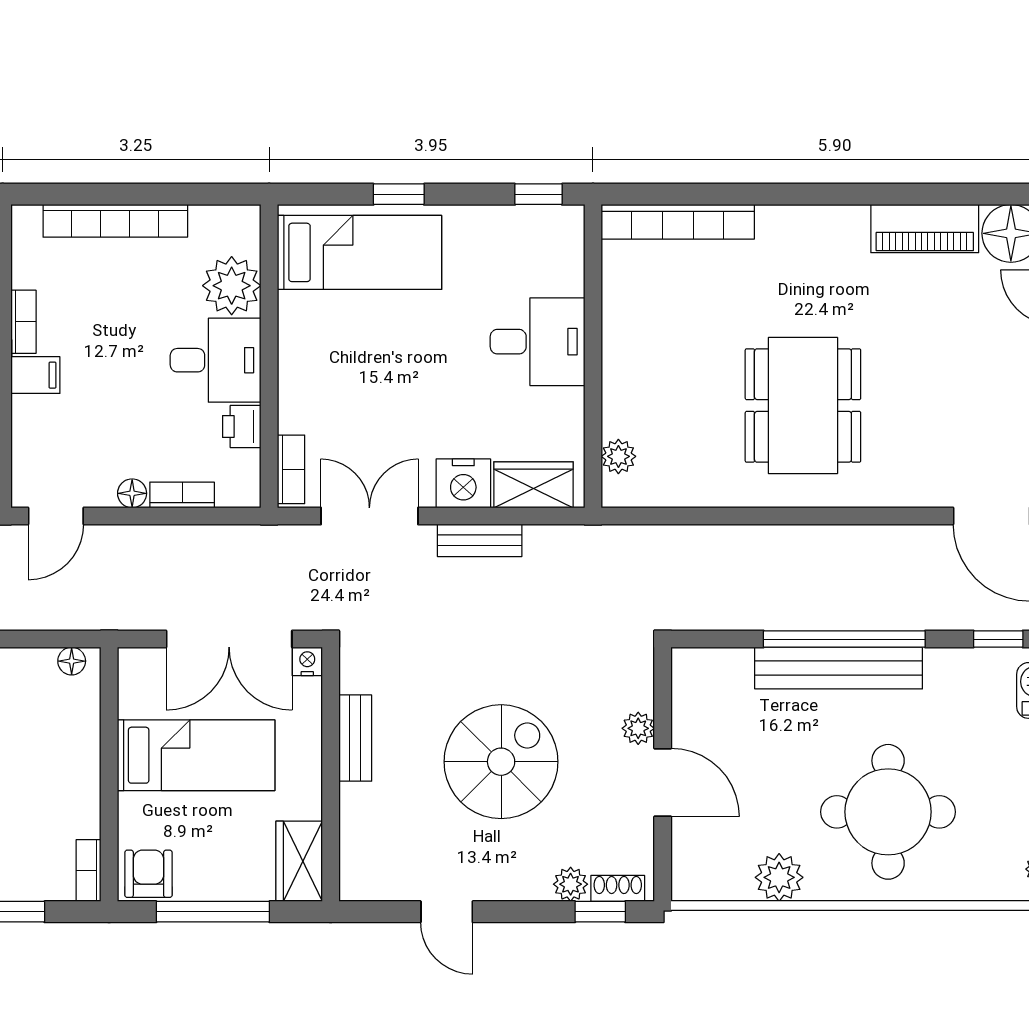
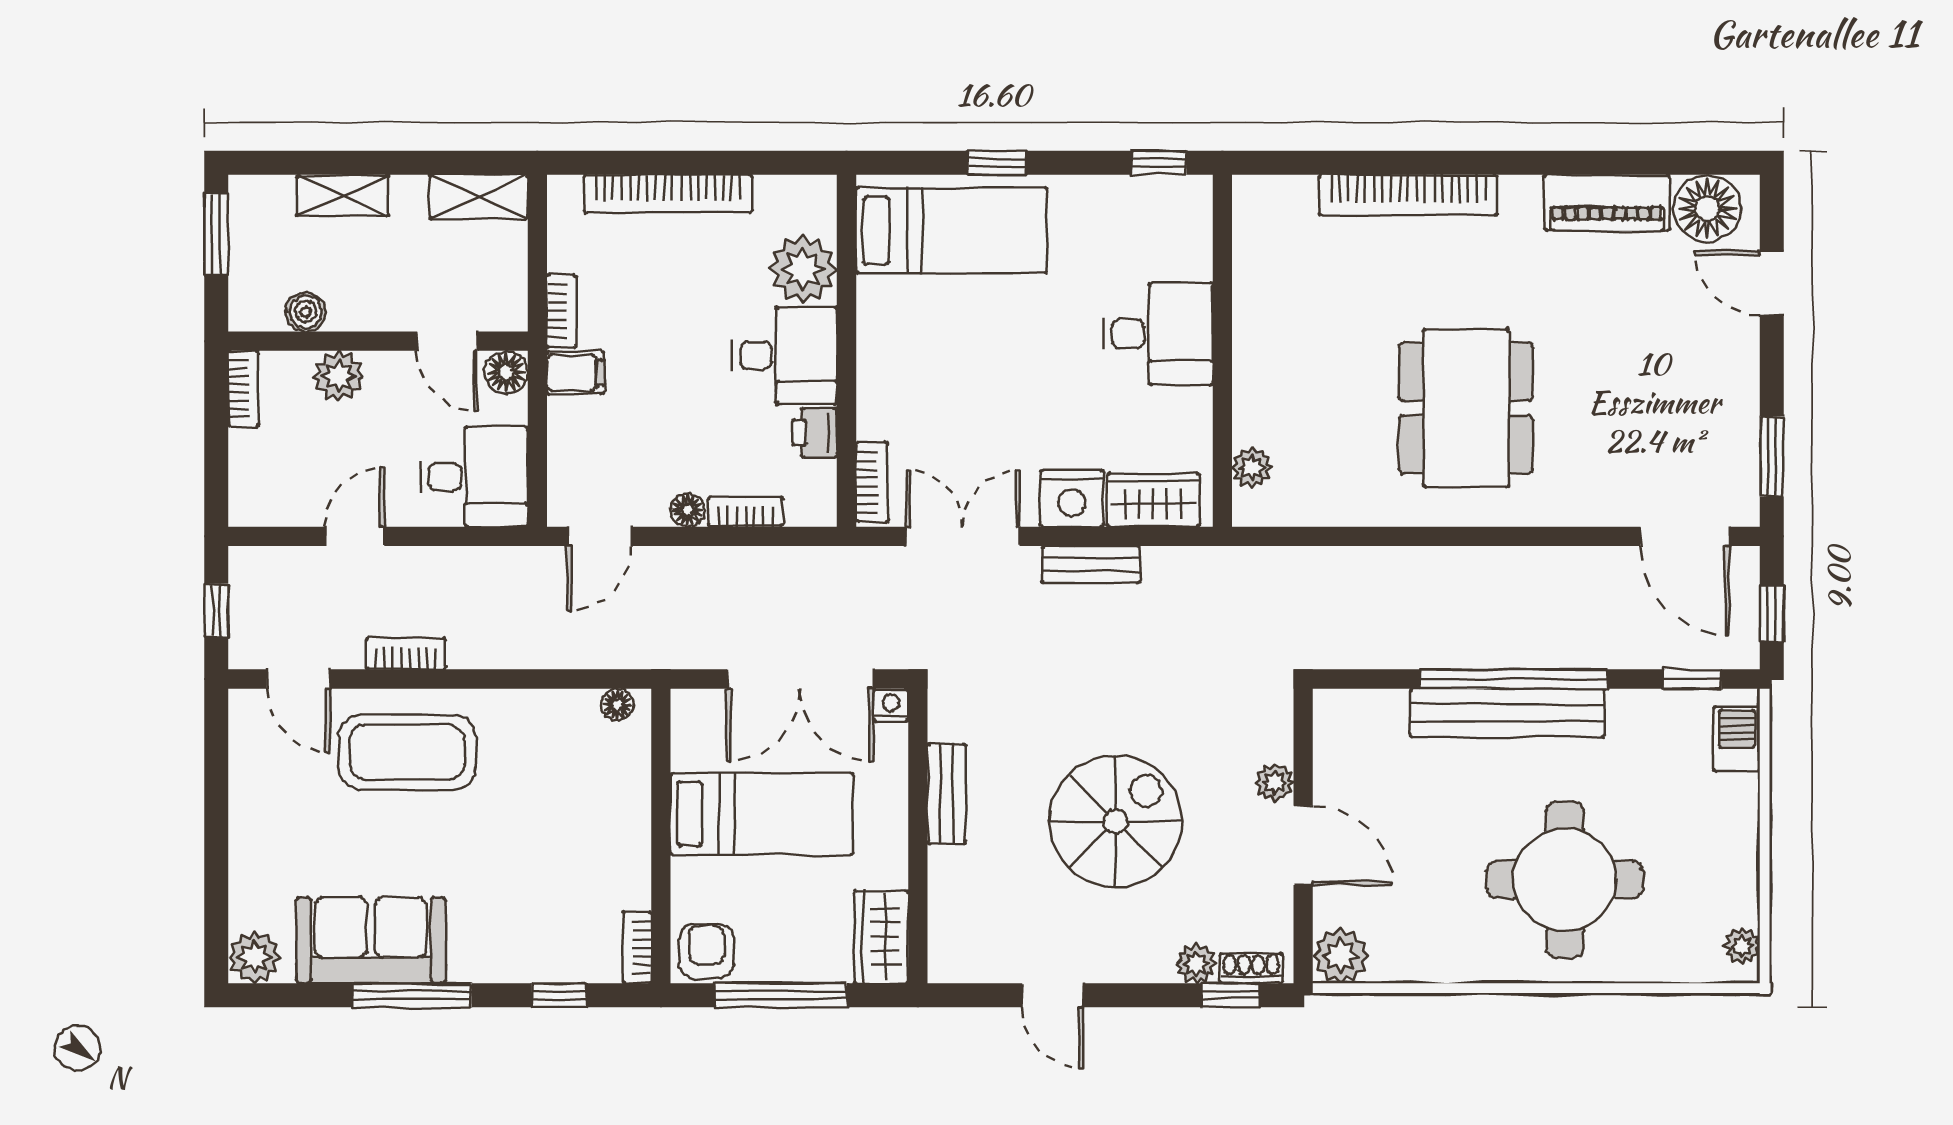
bookcase: (678, 222) -> (1408, 195), moved
plant: (779, 877) -> (1341, 956), moved

